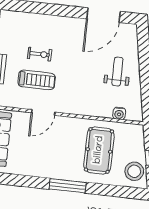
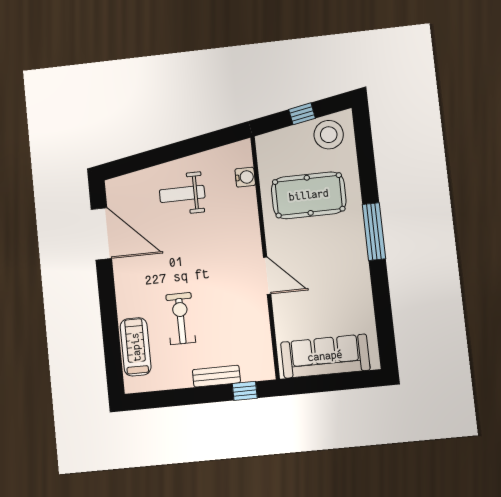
exercise bike: (40, 54) -> (181, 319), width x1.38, depth x1.39
treadmill: (37, 80) -> (136, 347), moved
door: (43, 112) -> (267, 276), moved

